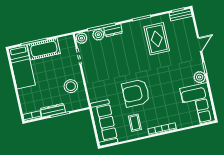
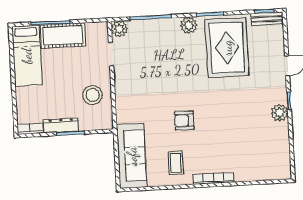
dresser: (113, 30) -> (166, 25), removed
plant: (98, 35) -> (189, 25), moved
rug: (157, 39) -> (227, 48), width x1.37, depth x1.44
armchair: (136, 93) -> (184, 120), width x0.53, depth x0.53
corner sofa: (197, 104) -> (270, 151), removed

